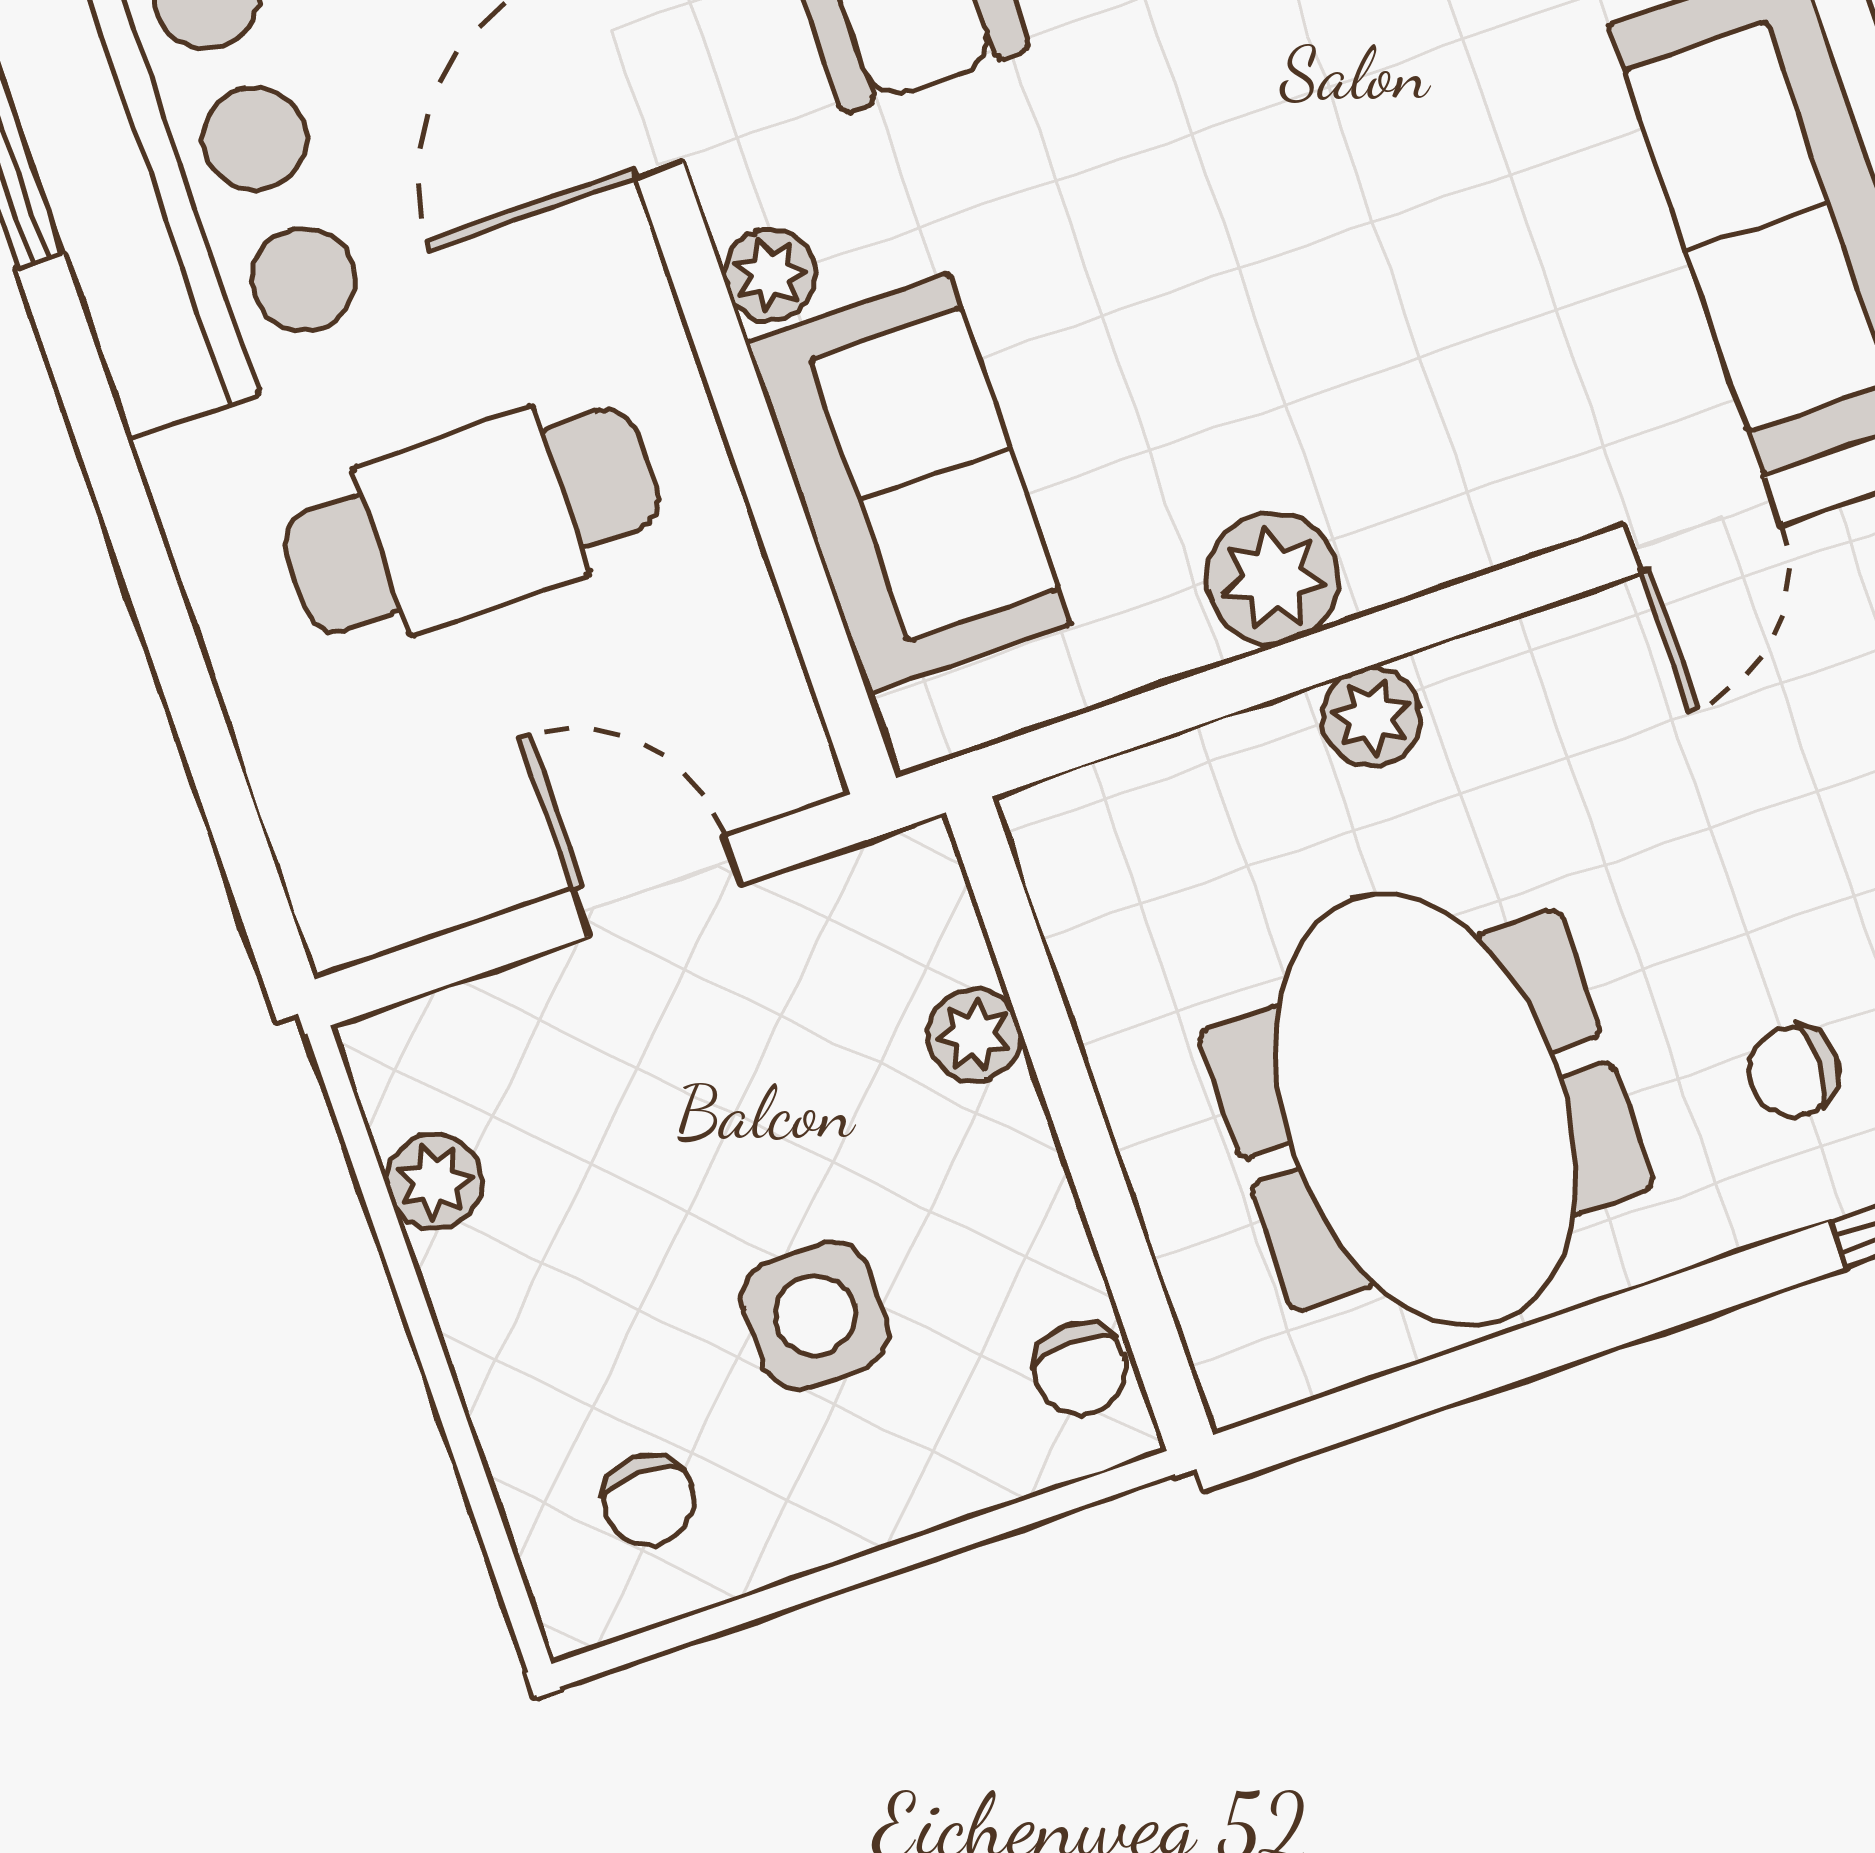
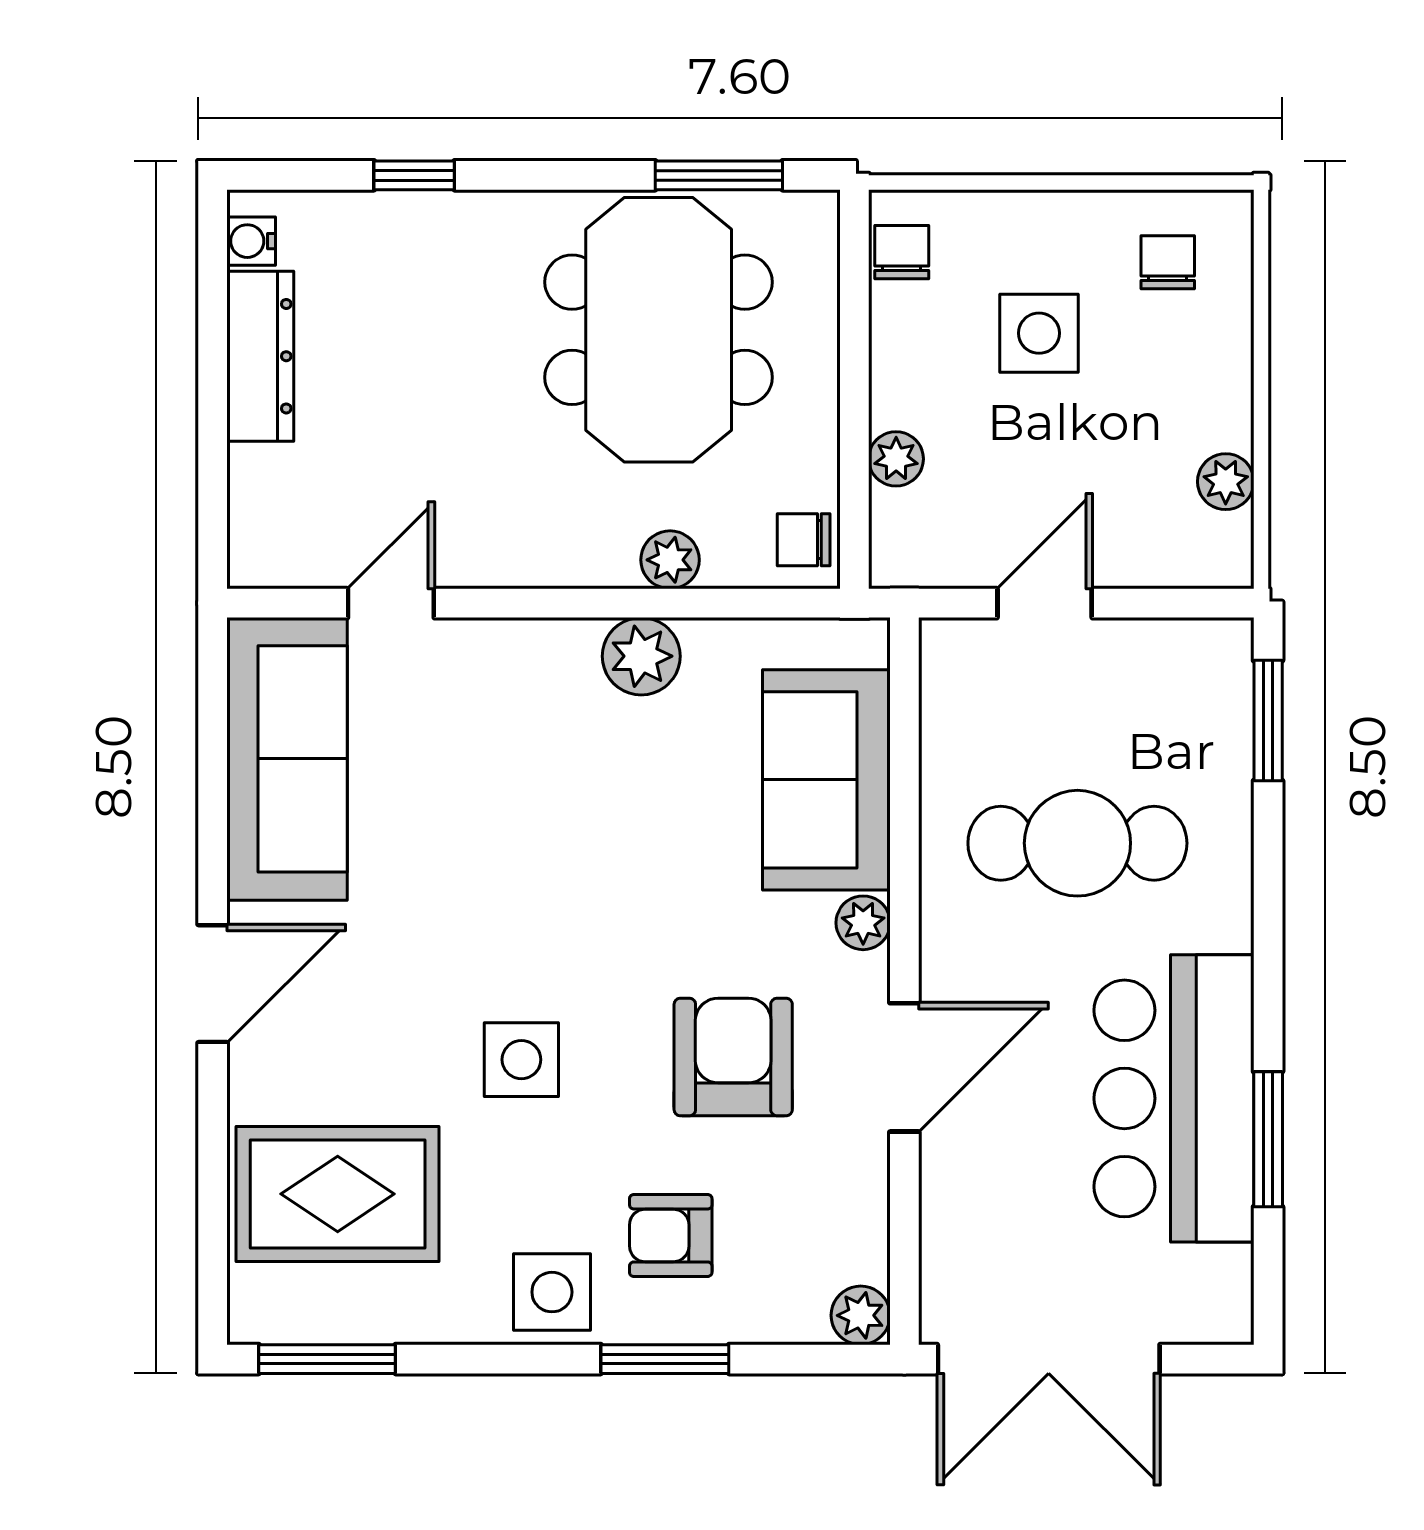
plant: (1372, 717) -> (670, 560), moved
window: (234, 823) -> (1268, 721), added
door: (657, 887) -> (1045, 603), swing flipped
chair: (1793, 1071) -> (804, 540), moved, turned 180
window: (1415, 1391) -> (719, 175), added

